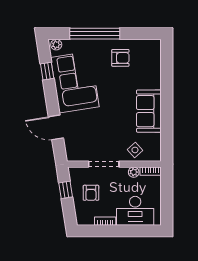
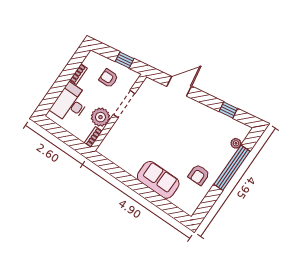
plant: (56, 45) -> (236, 143), moved
corner sofa: (75, 82) -> (205, 126), removed
sofa: (149, 111) -> (158, 180), moved
side table: (135, 150) -> (118, 136), removed
plant: (134, 172) -> (100, 117), width x1.87, depth x1.87

